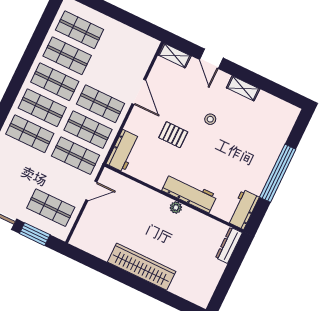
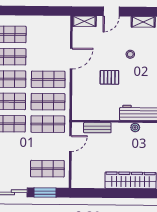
door: (211, 59) -> (111, 11), hinge flipped
door: (139, 92) -> (71, 59), hinge flipped
workbench: (123, 151) -> (80, 105), removed
bench: (131, 187) -> (97, 128), added

